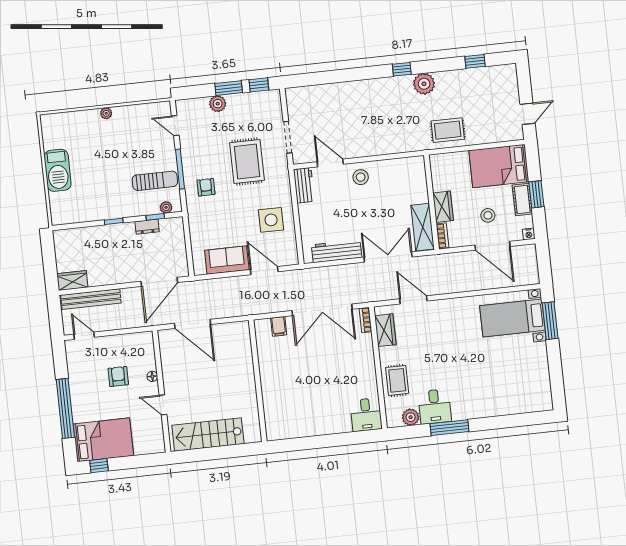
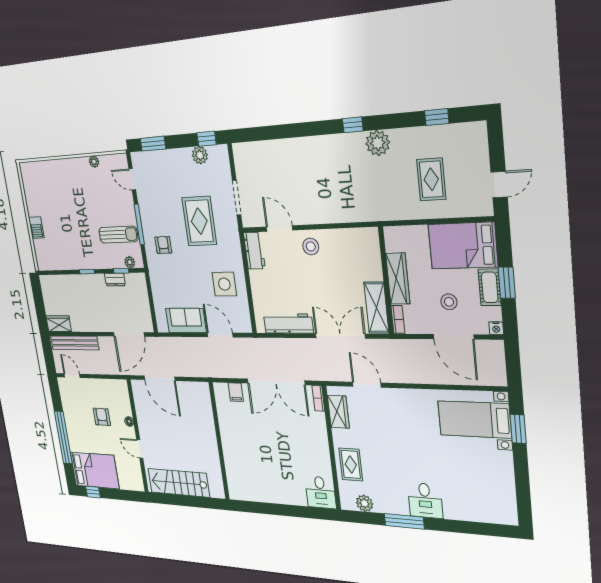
window: (229, 88) -> (153, 144), moved
plant: (218, 104) -> (200, 155), moved
plant: (106, 113) -> (94, 162), moved
rug: (448, 130) -> (431, 179), moved, turned 90
barbecue: (58, 170) -> (36, 228), width x0.53, depth x0.65
wardrobe: (443, 207) -> (398, 279), width x1.50
window: (550, 321) -> (518, 429), width x0.69
desk: (435, 406) -> (425, 500), moved

